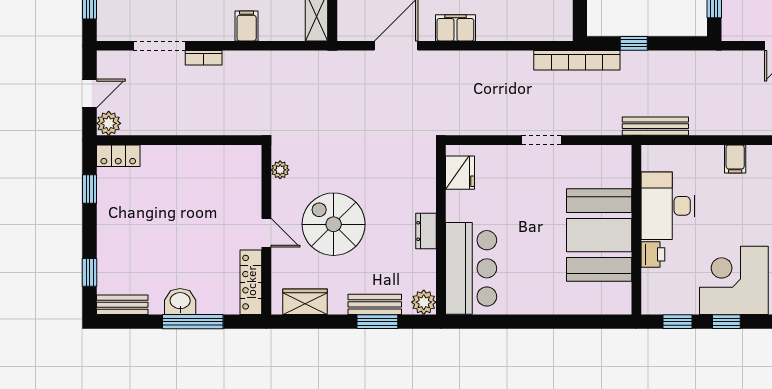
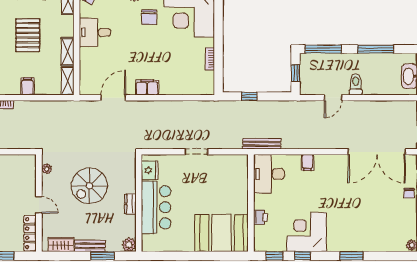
bookcase: (577, 60) -> (217, 106), removed
desk: (668, 206) -> (269, 174), moved
spiral stairs: (334, 224) -> (89, 186), moved, turned -90
booth: (599, 235) -> (222, 233), moved, turned 90
bar counter: (471, 268) -> (156, 207), moved
bench: (375, 304) -> (90, 246), moved

